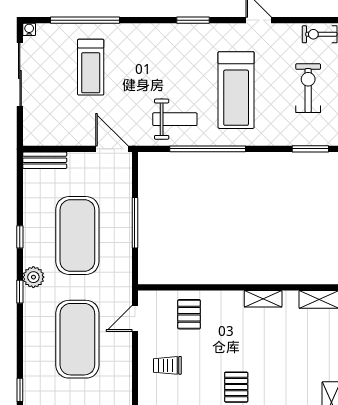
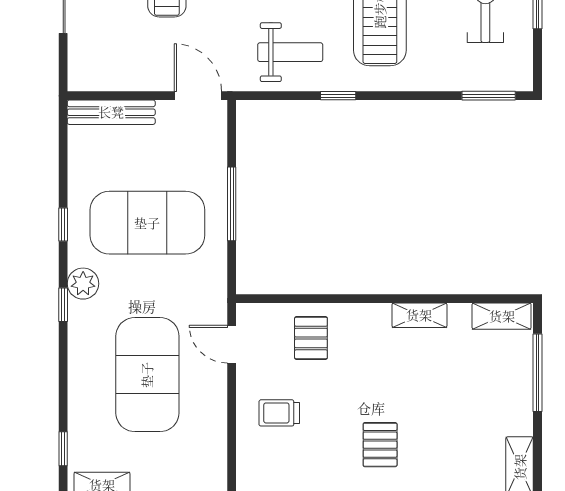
window: (208, 149) -> (338, 96), width x0.32
bench: (45, 160) -> (111, 112), width x1.36
exercise mat: (77, 236) -> (147, 223), turned 90
door: (135, 318) -> (232, 344), hinge flipped

